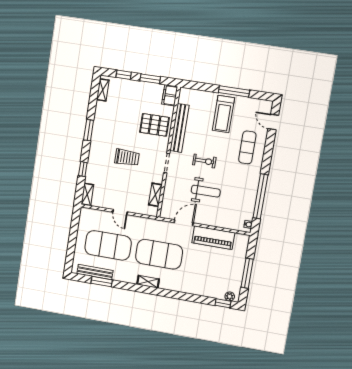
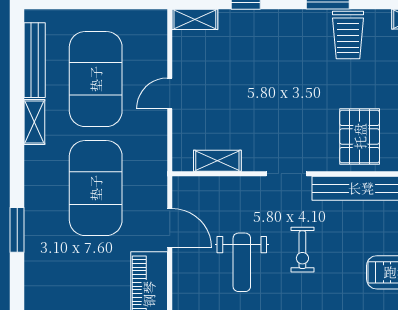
trolley: (127, 157) -> (348, 35), moved
window: (102, 282) -> (17, 230), moved
shelving: (148, 282) -> (34, 122), moved

